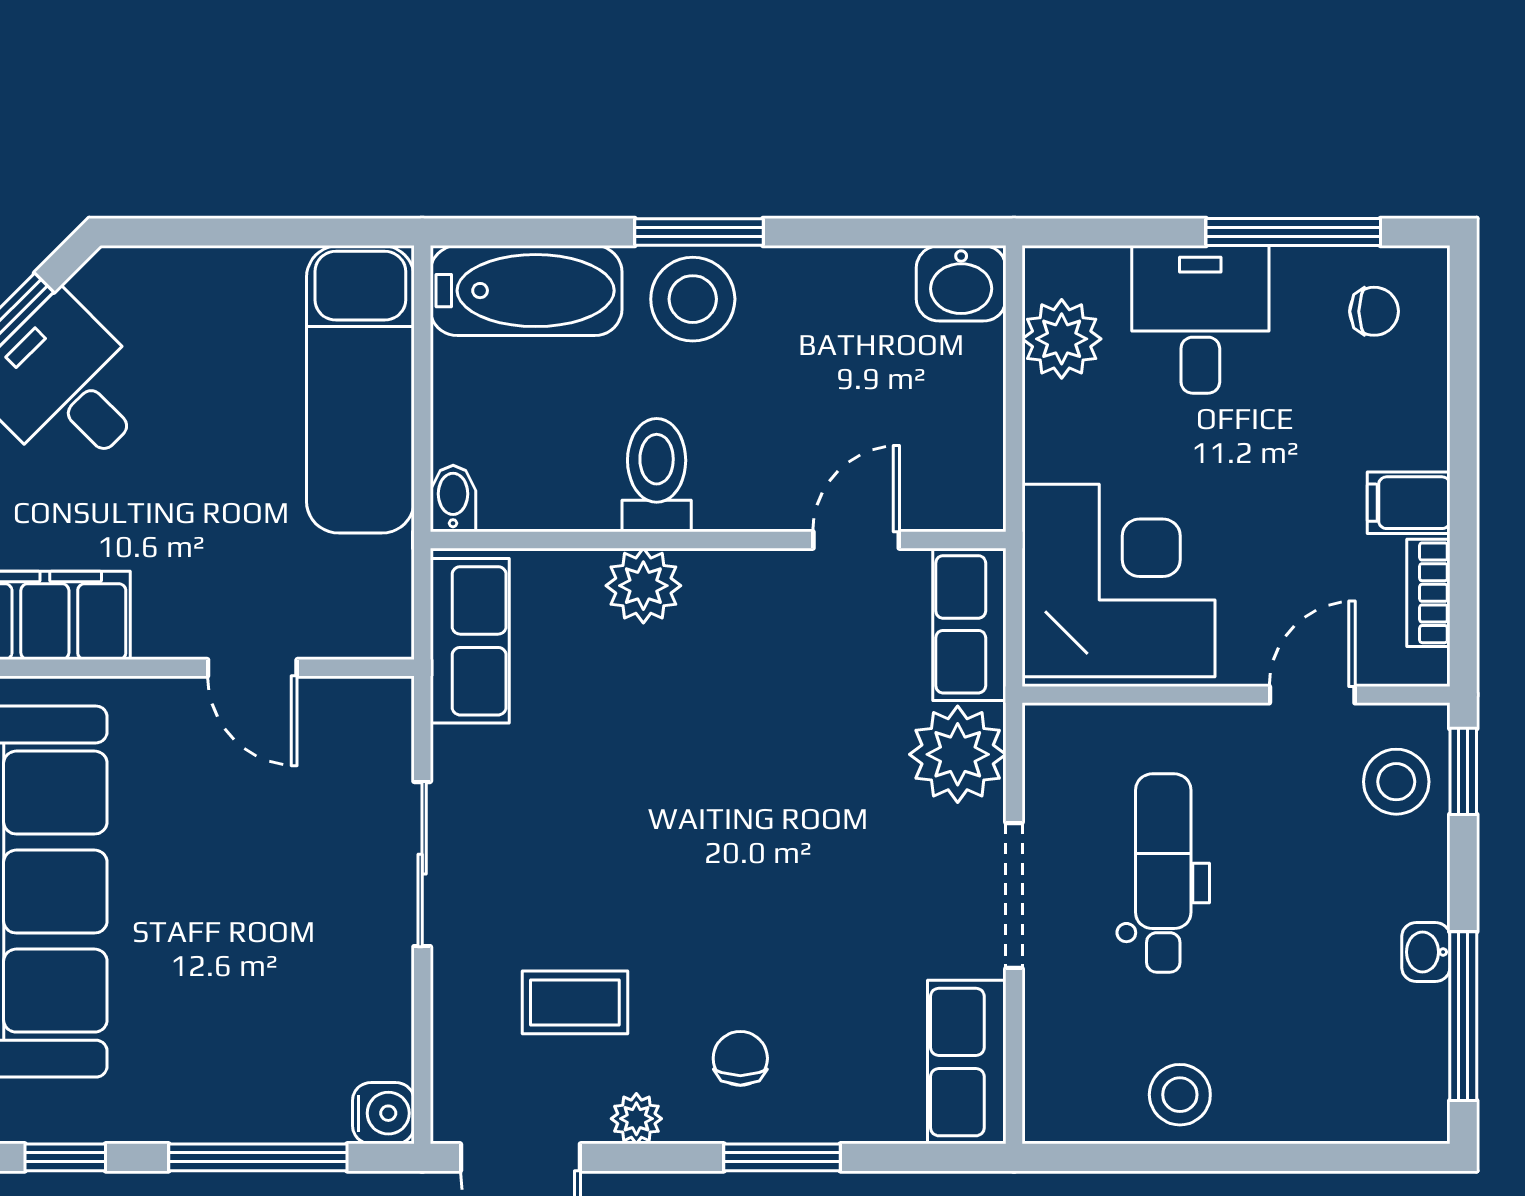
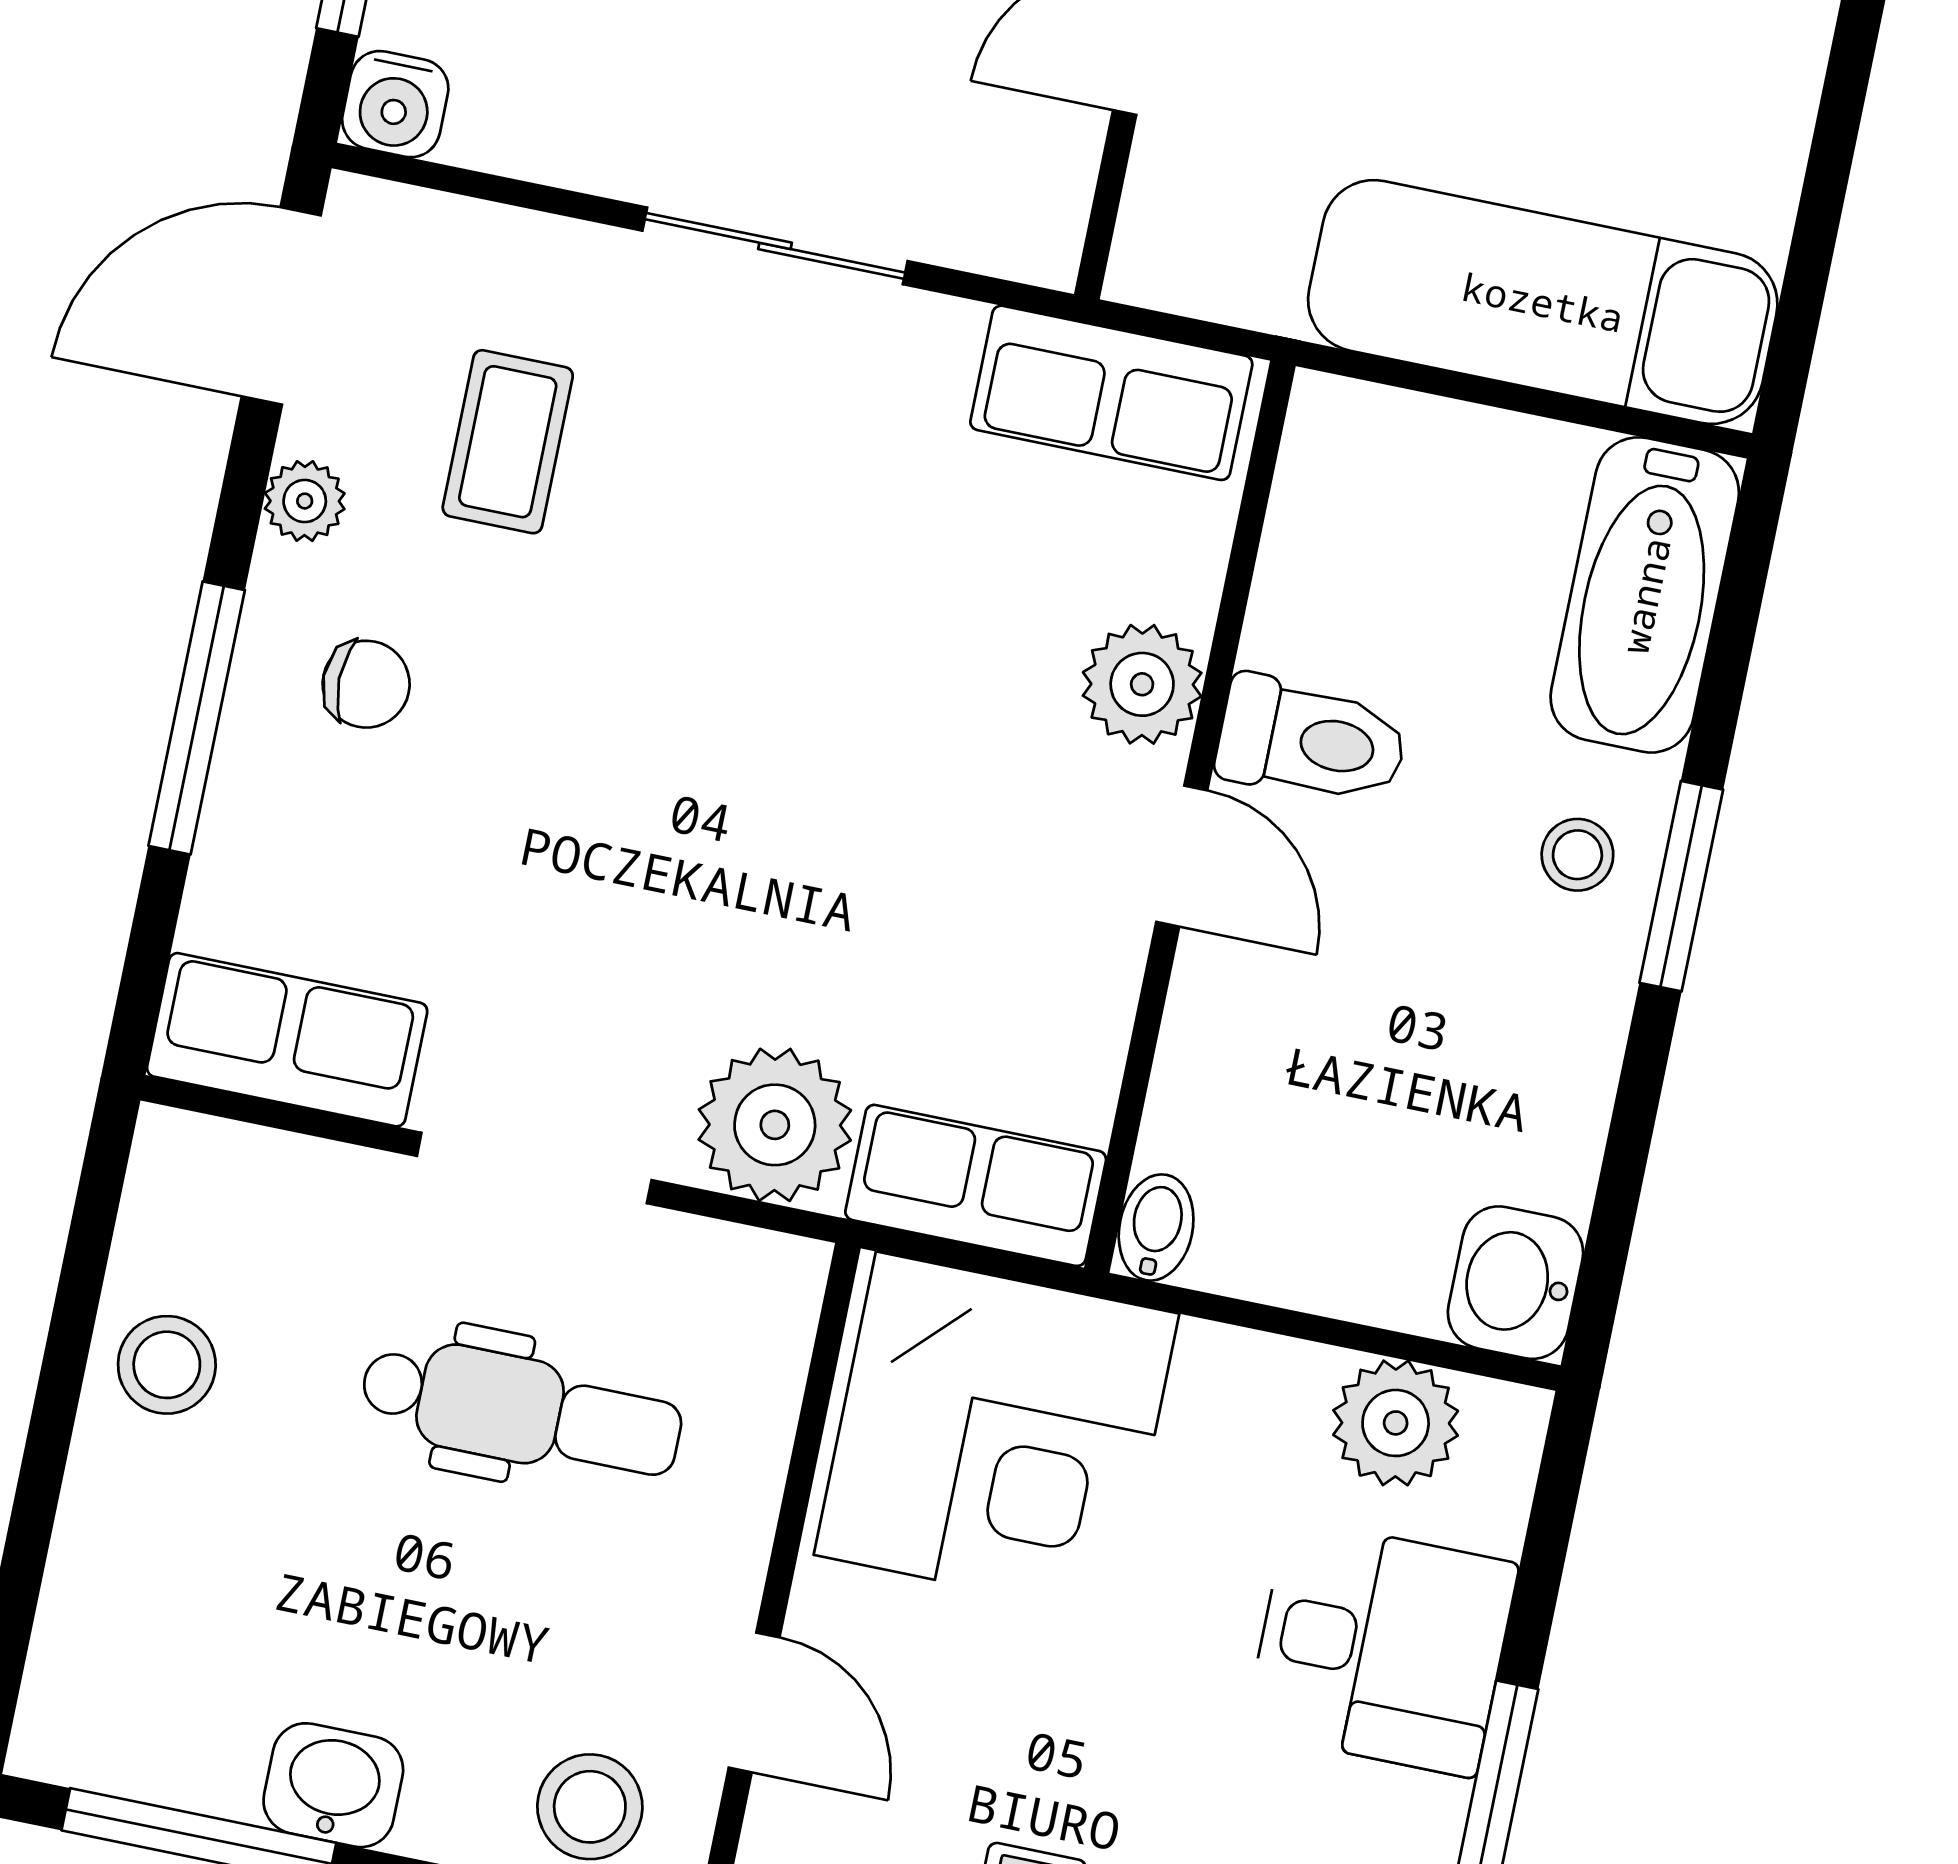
stool: (693, 299) -> (1577, 855), width x0.53, depth x0.53
bidet: (453, 498) -> (1156, 1227), moved, turned -90
door: (856, 540) -> (1182, 856), moved
washbasin: (1426, 952) -> (333, 1785), width x1.38, depth x1.45
window: (782, 1157) -> (197, 718), width x1.44

